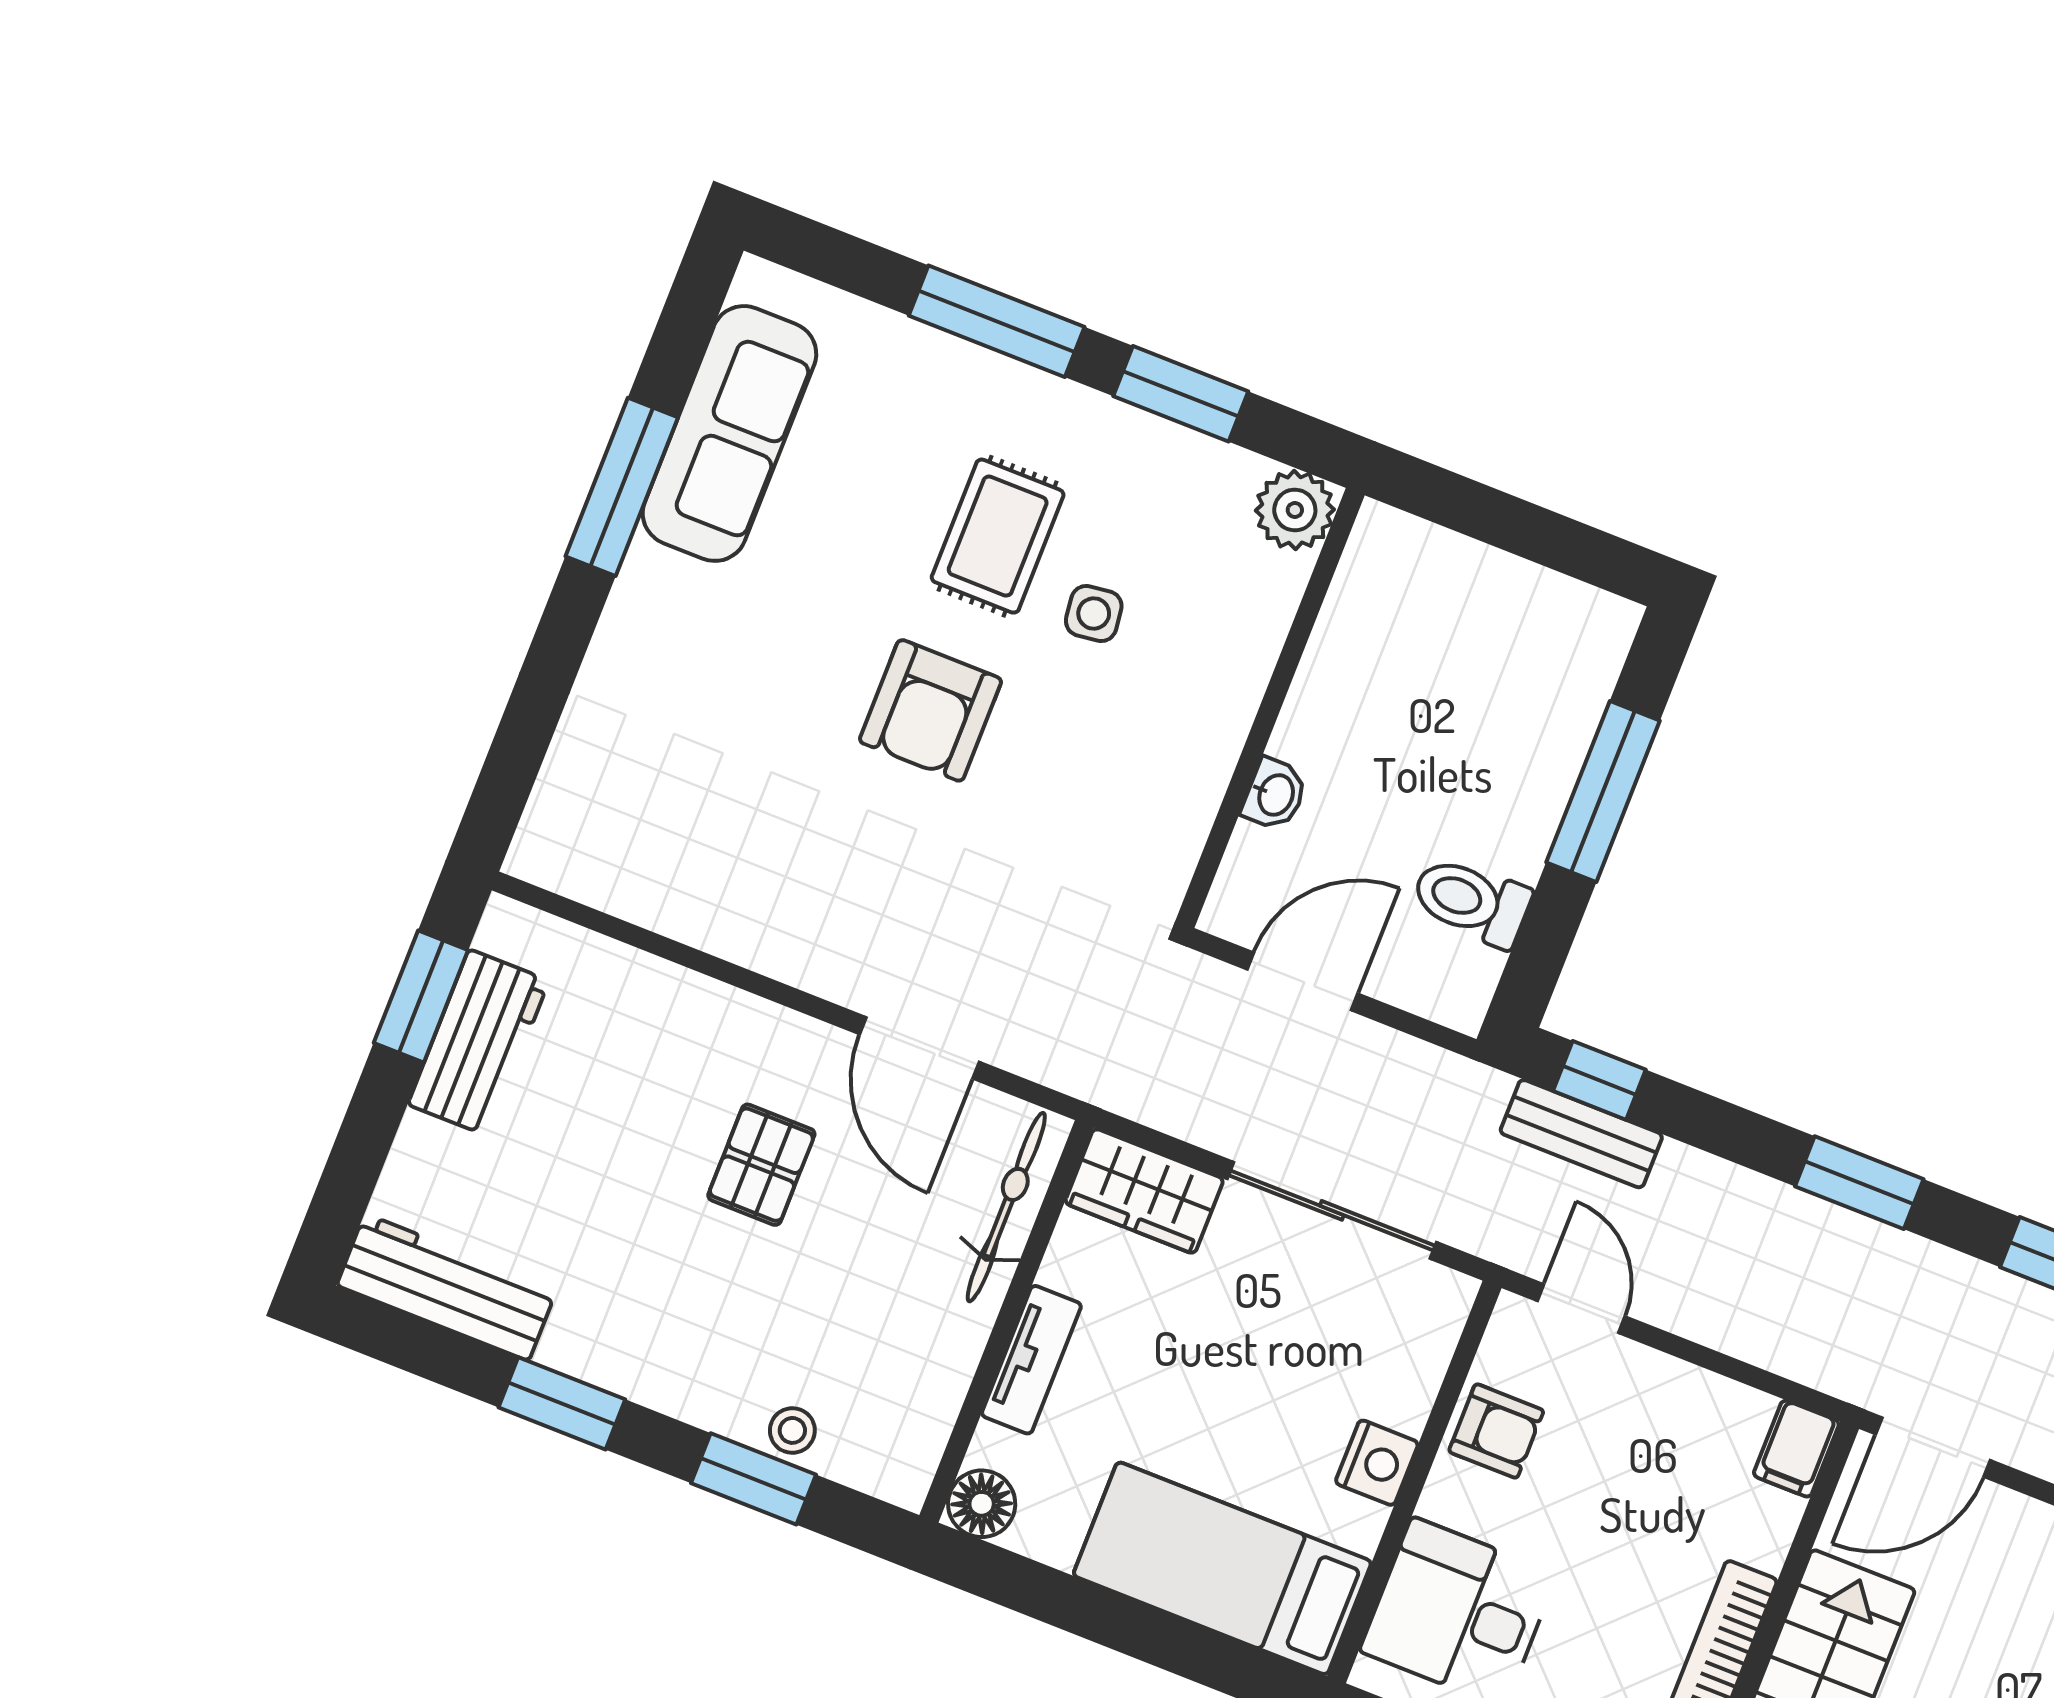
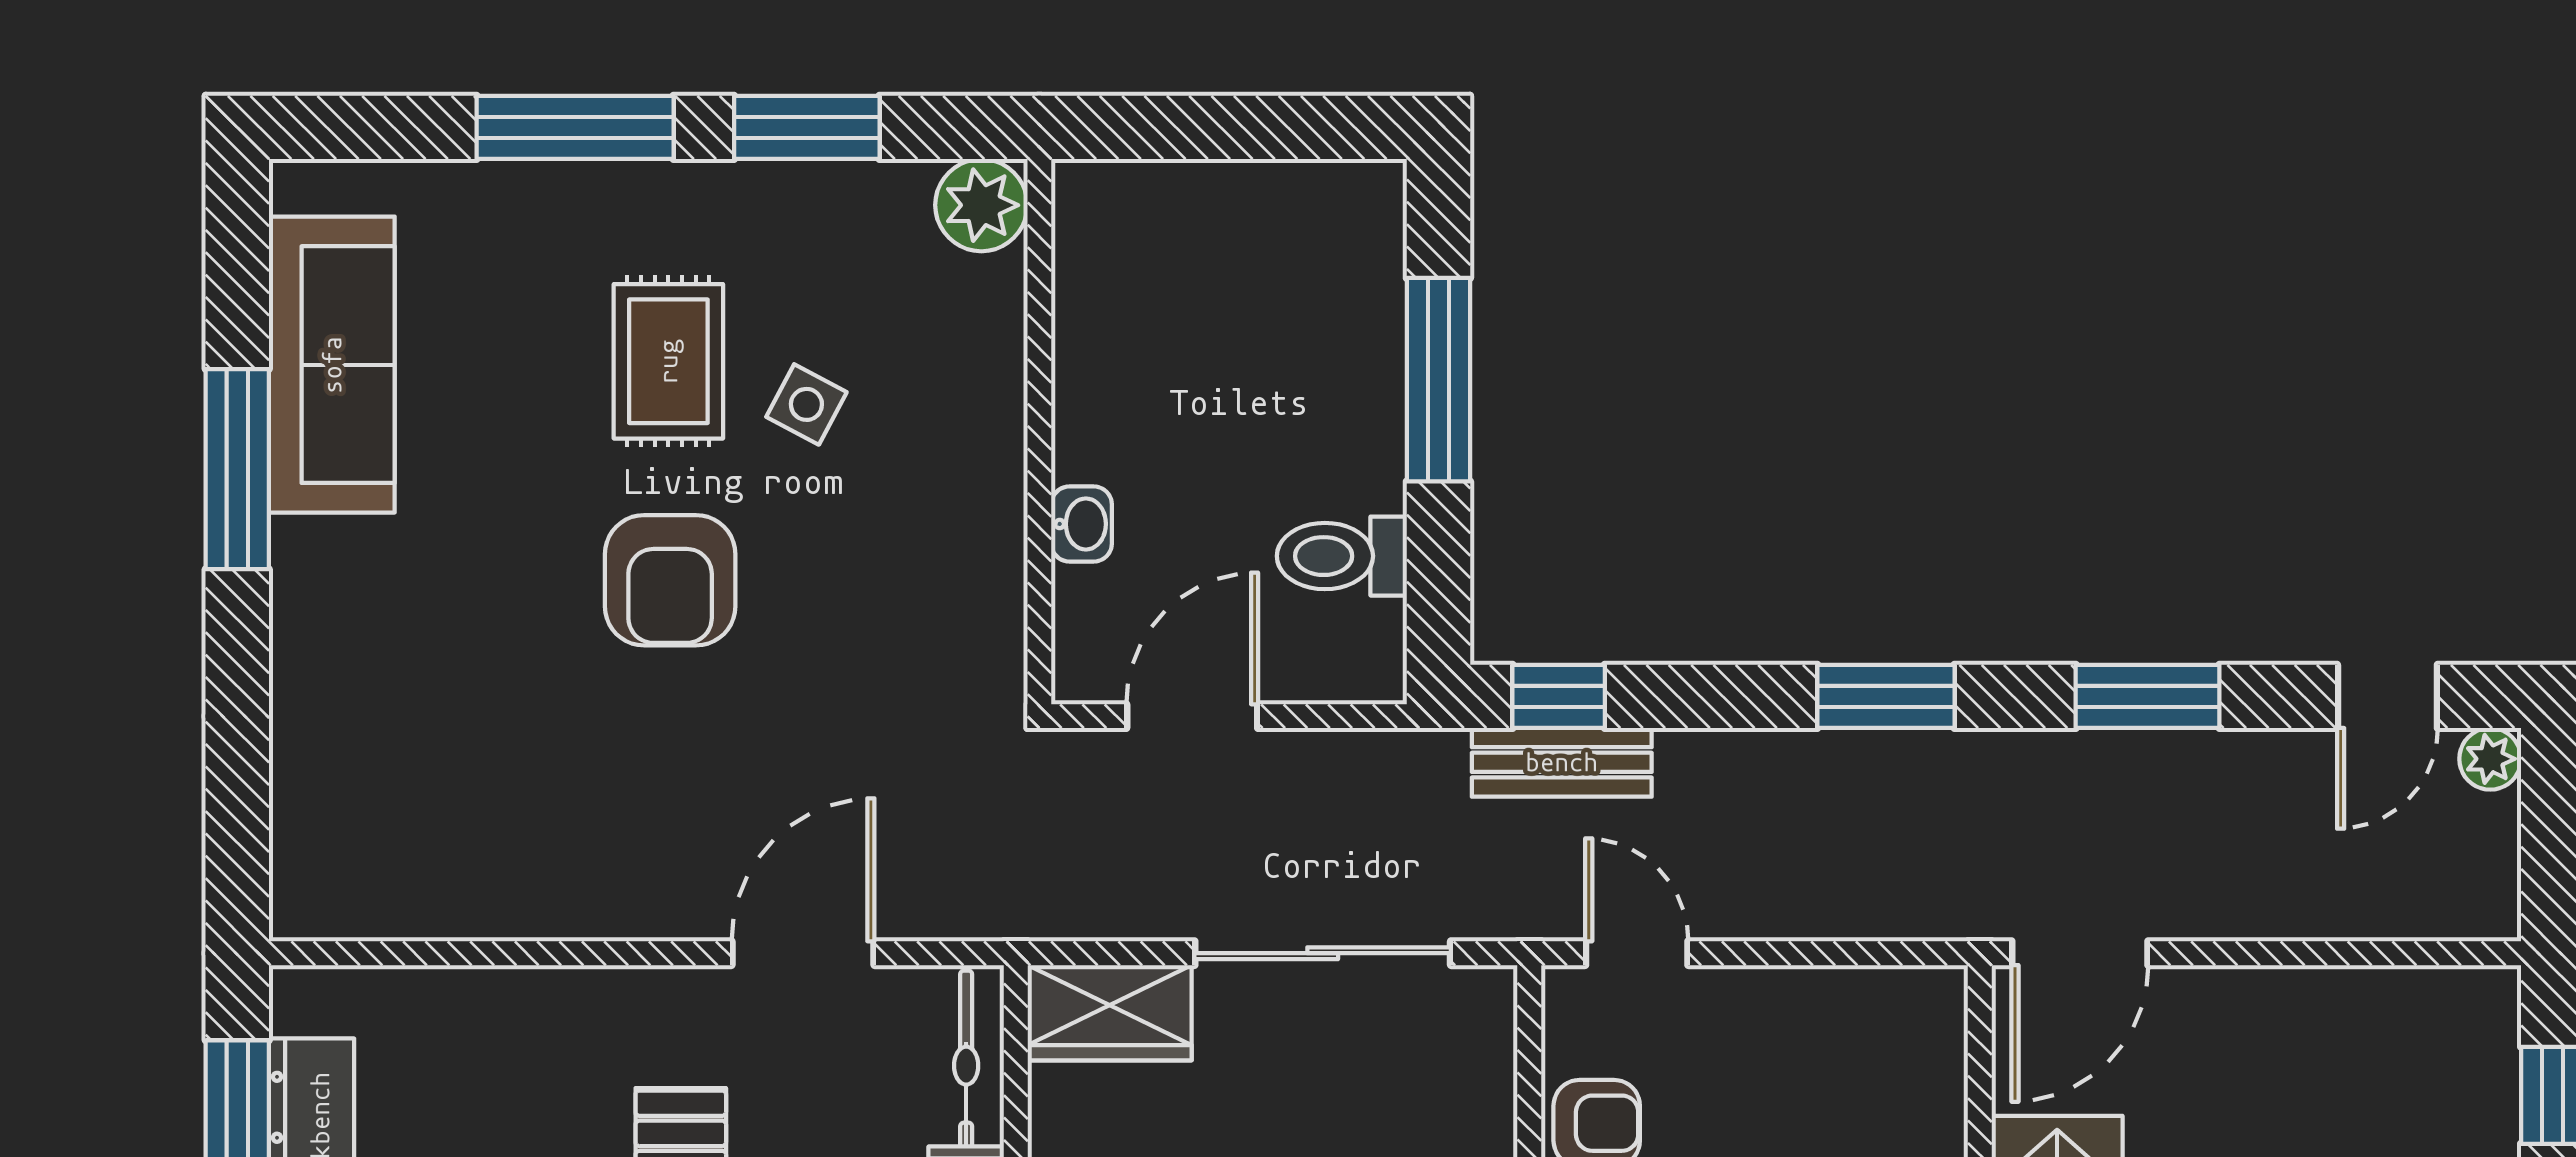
side table: (1094, 613) -> (806, 404), turned 35
door: (919, 1048) -> (803, 953), swing flipped
filing cabinet: (1796, 1449) -> (1932, 1013), removed

